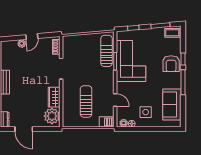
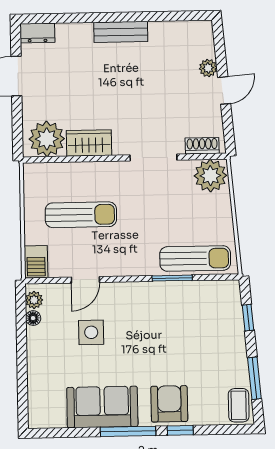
door: (32, 37) -> (224, 90), swing flipped
plant: (70, 43) -> (210, 176), added
corner sofa: (131, 61) -> (174, 314), removed
armchair: (171, 64) -> (169, 404), turned 90
sofa: (172, 104) -> (102, 407), moved
side table: (146, 112) -> (91, 332), moved

